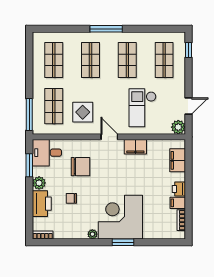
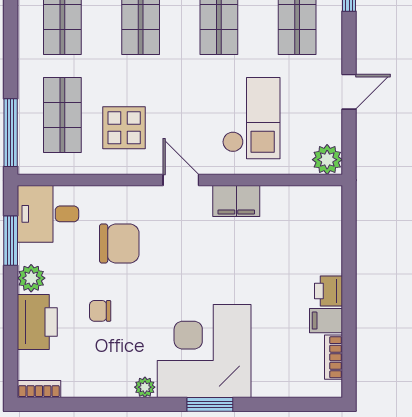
door: (189, 106) -> (349, 92), moved
checkout: (143, 108) -> (251, 118), turned 180
filing cabinet: (178, 160) -> (326, 230), removed

